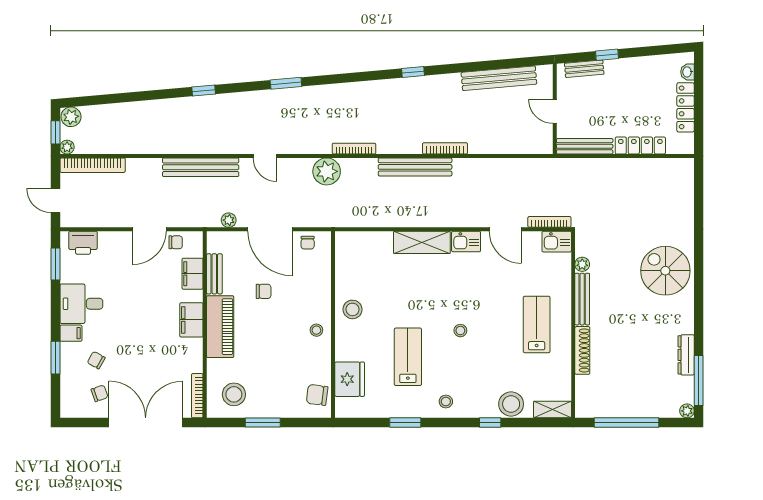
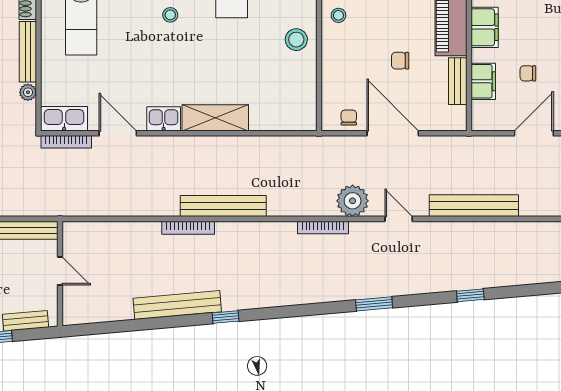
bench: (499, 78) -> (177, 305), moved
bookcase: (354, 149) -> (323, 227), moved
plant: (327, 171) -> (353, 201), moved
plant: (229, 220) -> (441, 144), removed
chair: (176, 242) -> (528, 73), moved
kitchen sink: (557, 242) -> (64, 119), width x1.38

